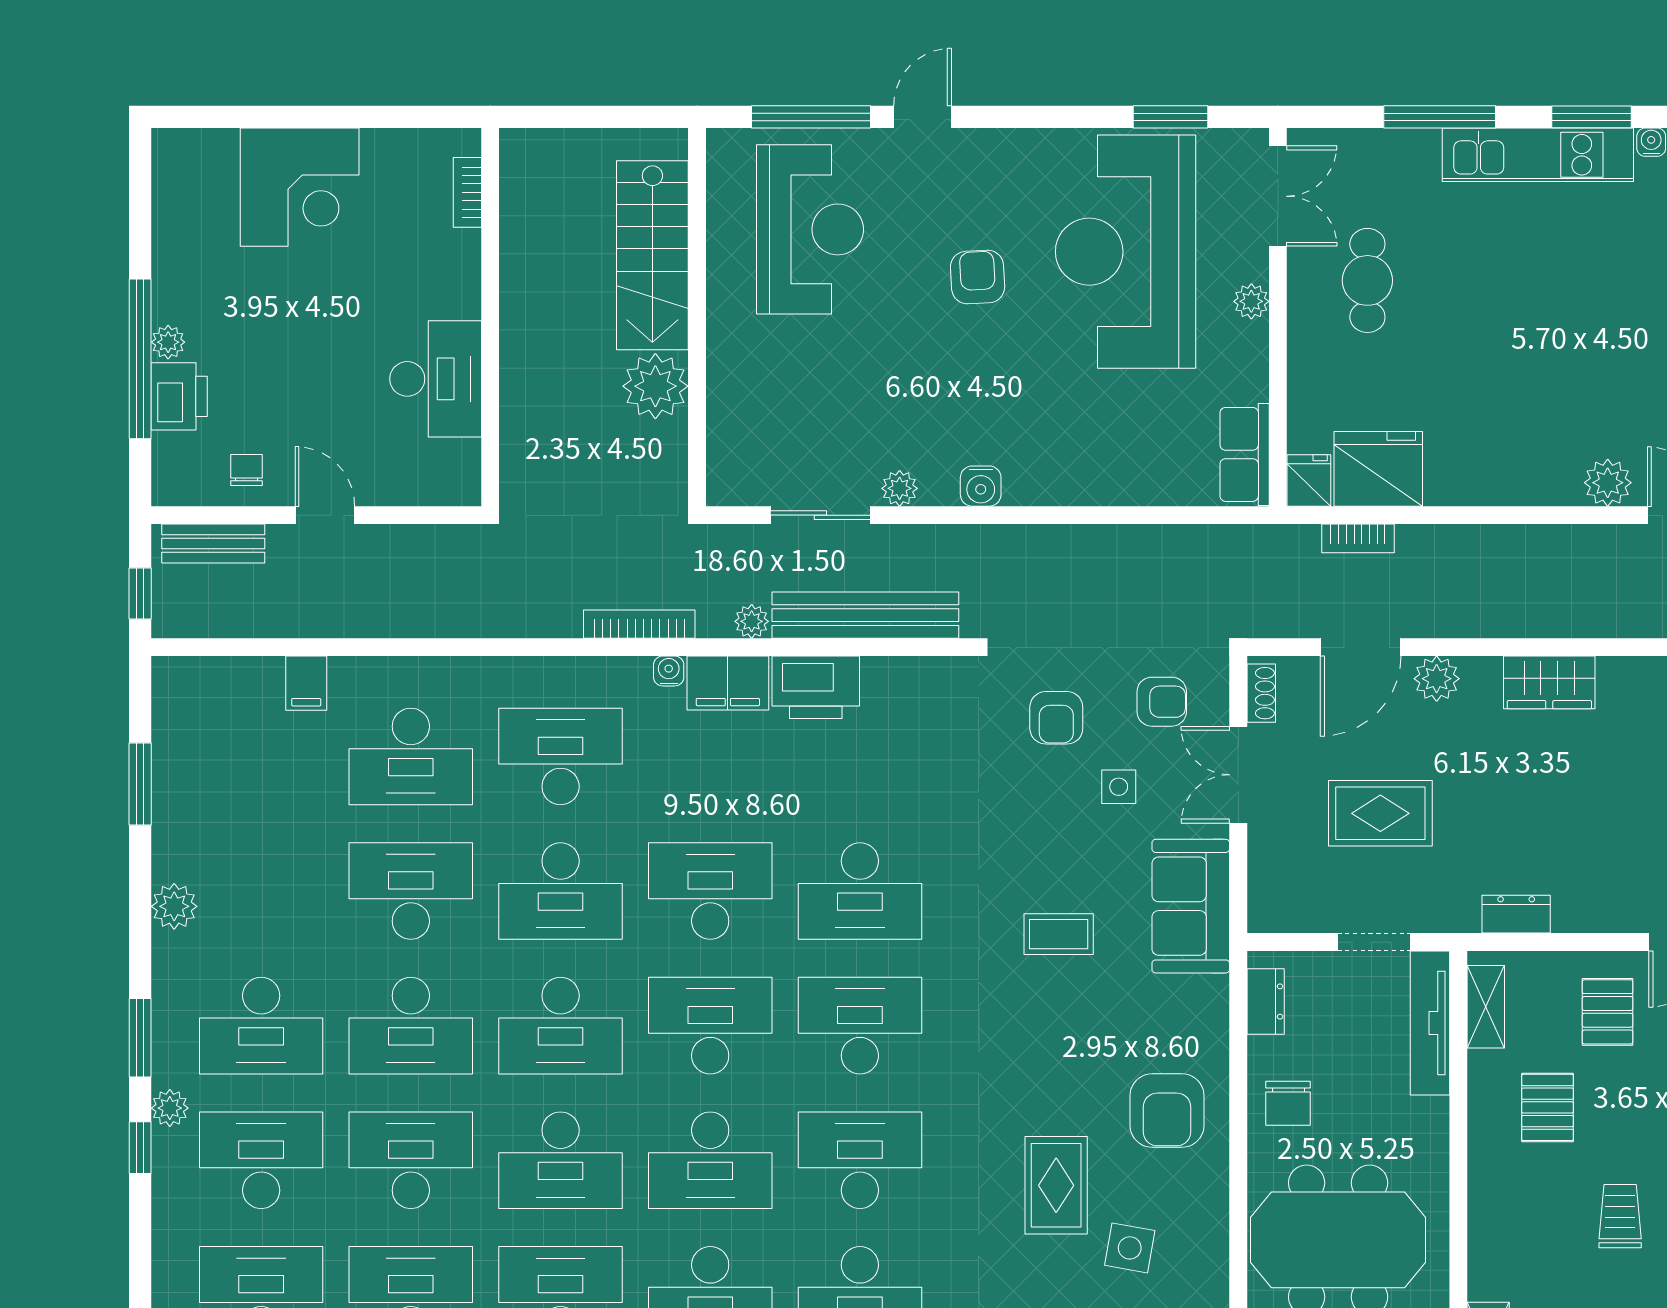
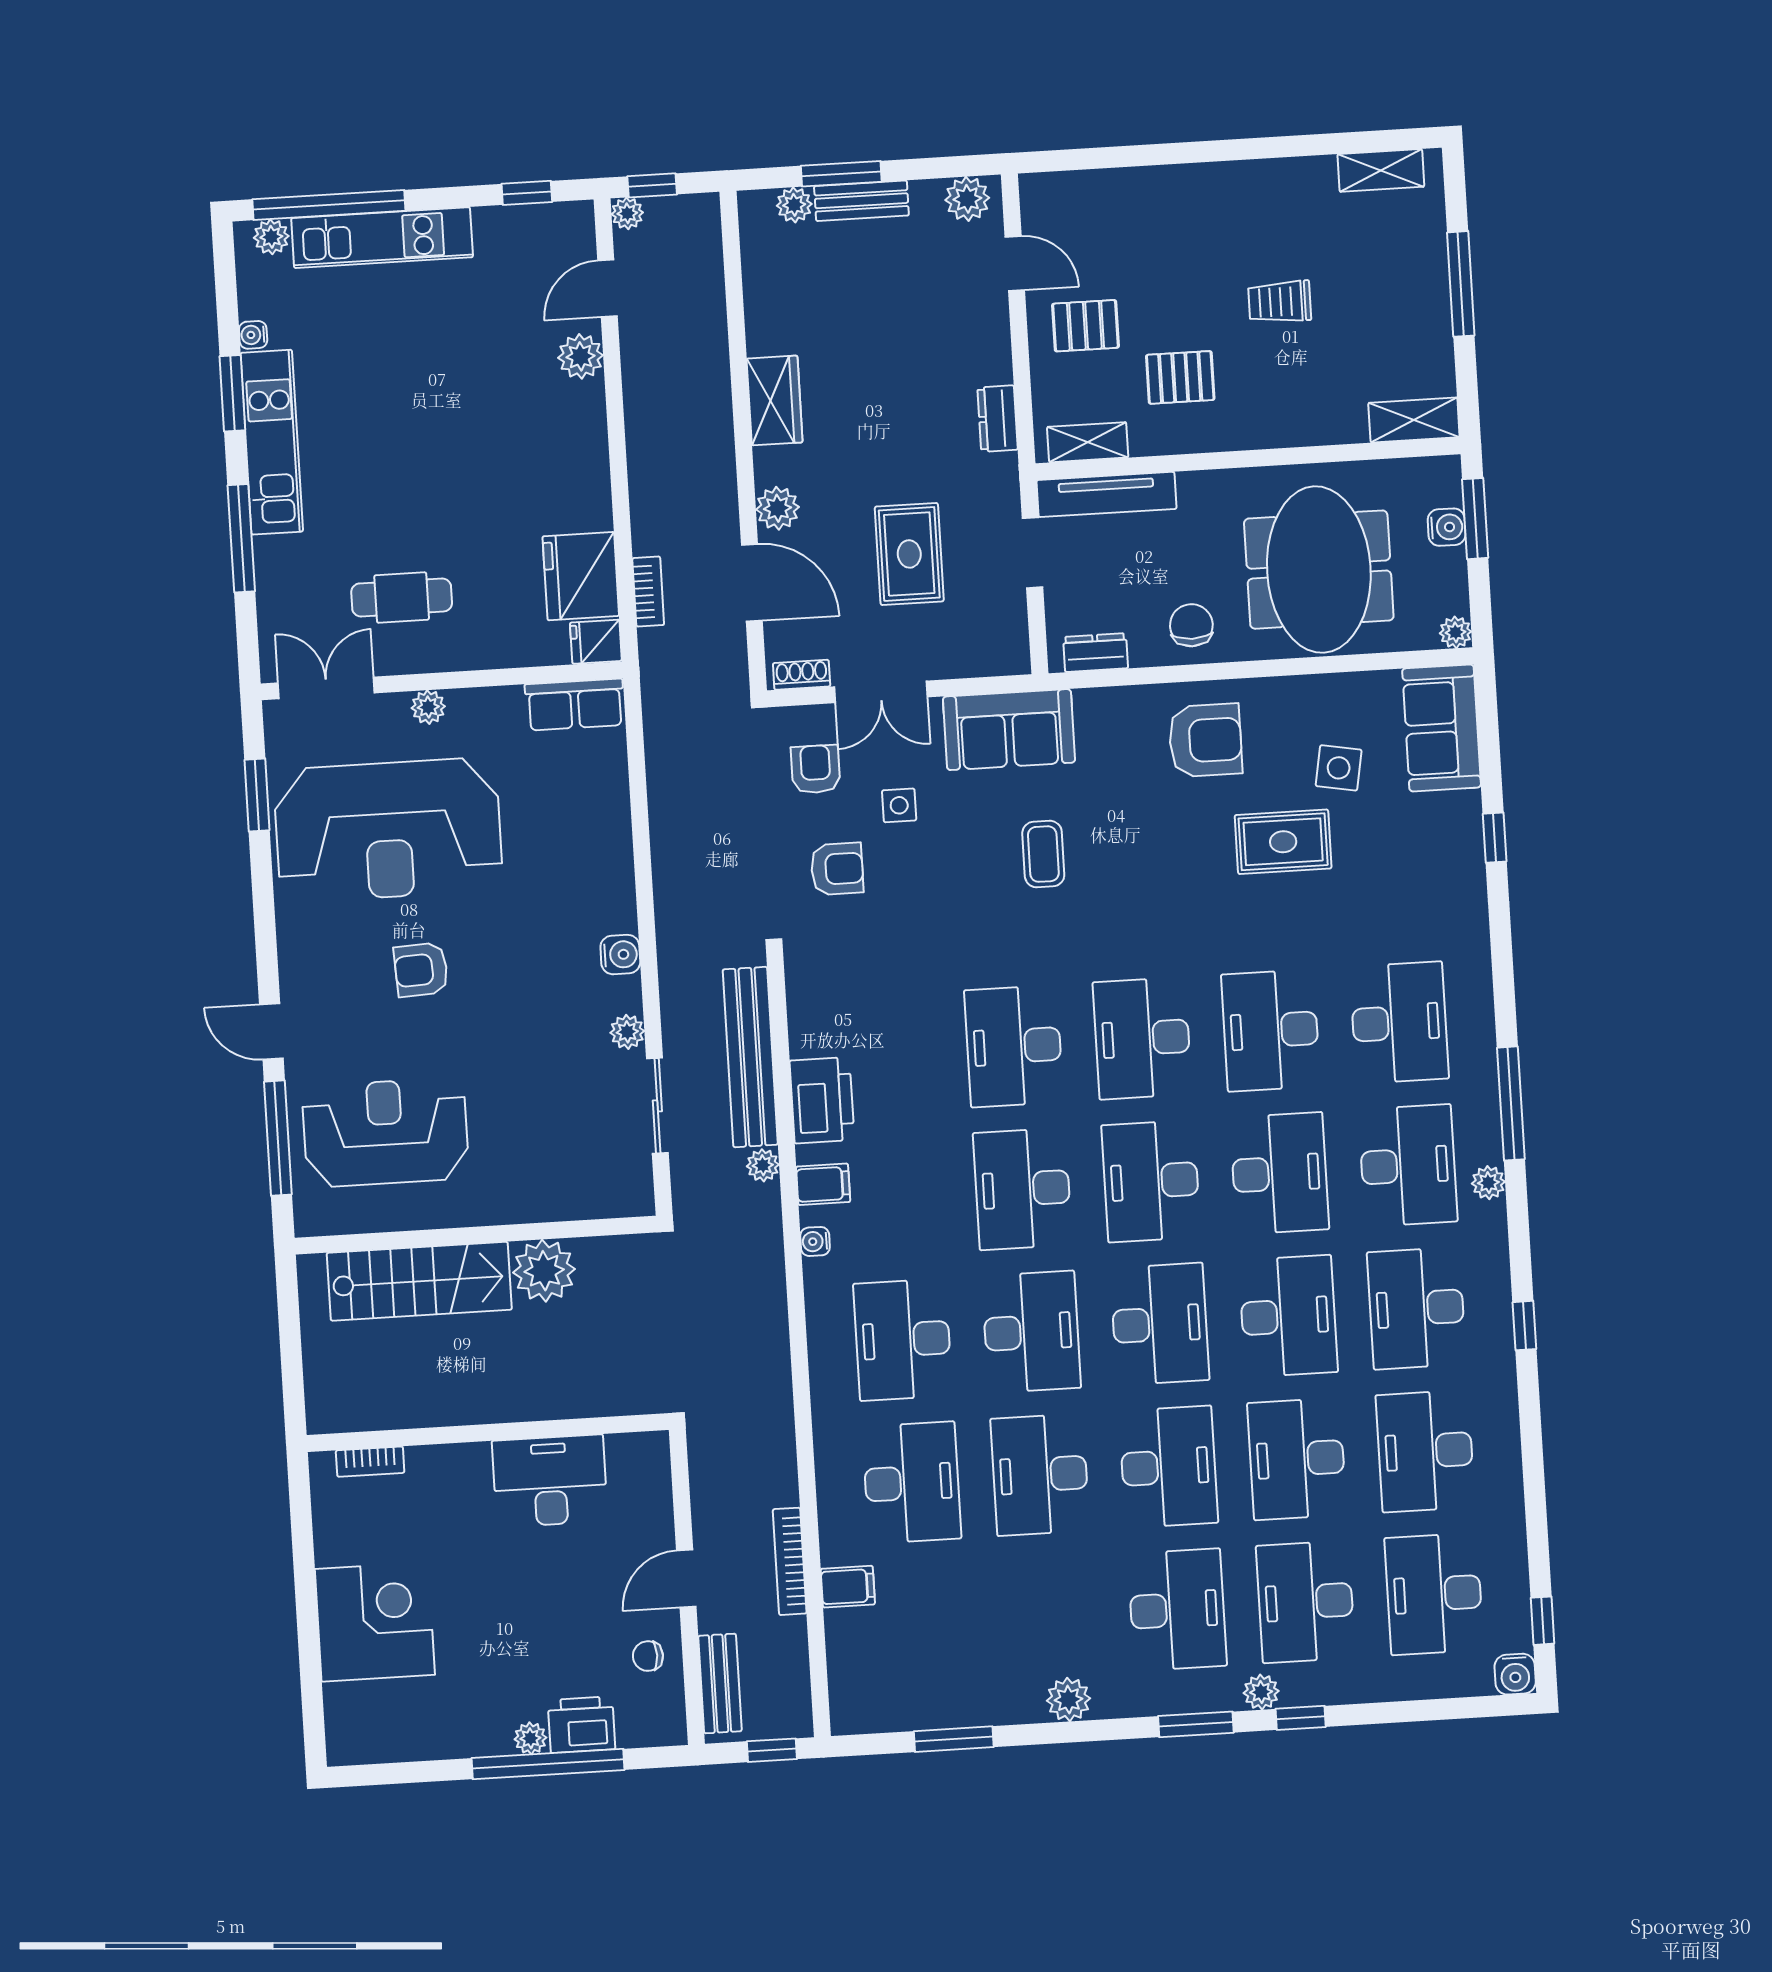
bookcase: (639, 624) -> (790, 1561), moved
filing cabinet: (728, 683) -> (823, 1184), width x0.50
desk: (860, 891) -> (1014, 1046), turned 180
chair: (1288, 1103) -> (1191, 625), turned -90

